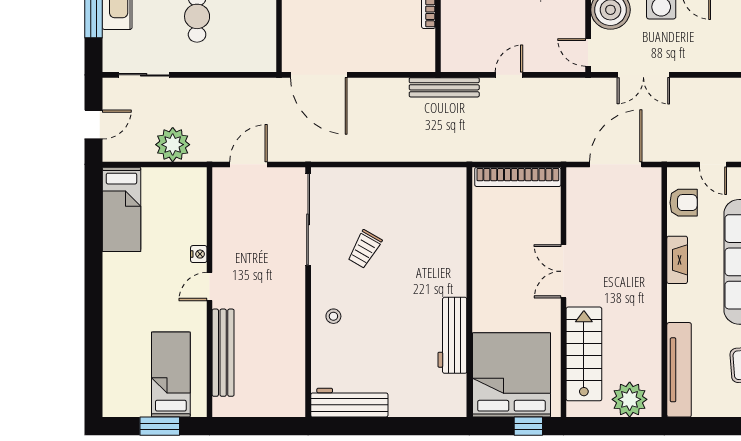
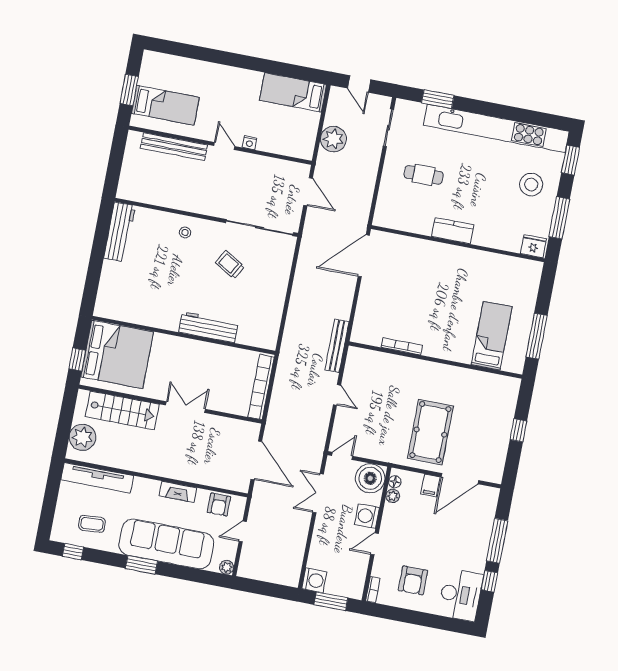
workbench: (452, 335) -> (208, 327), moved

